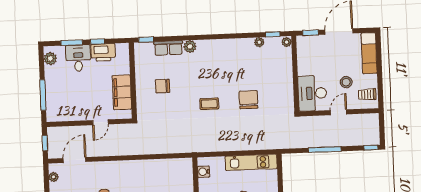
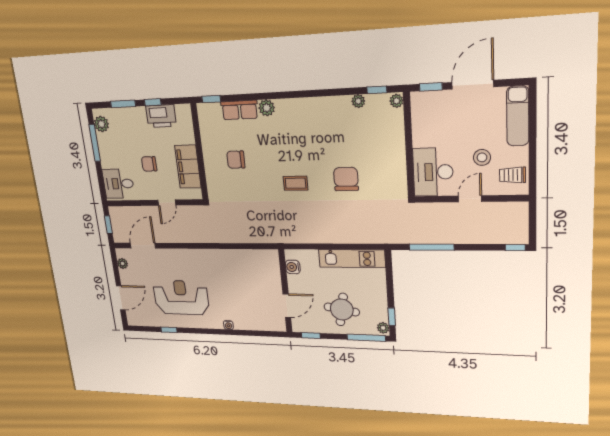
desk: (78, 58) -> (118, 184), moved, turned -90
chair: (89, 91) -> (149, 164), added
window: (43, 95) -> (95, 143), moved
window: (325, 150) -> (432, 247), moved

